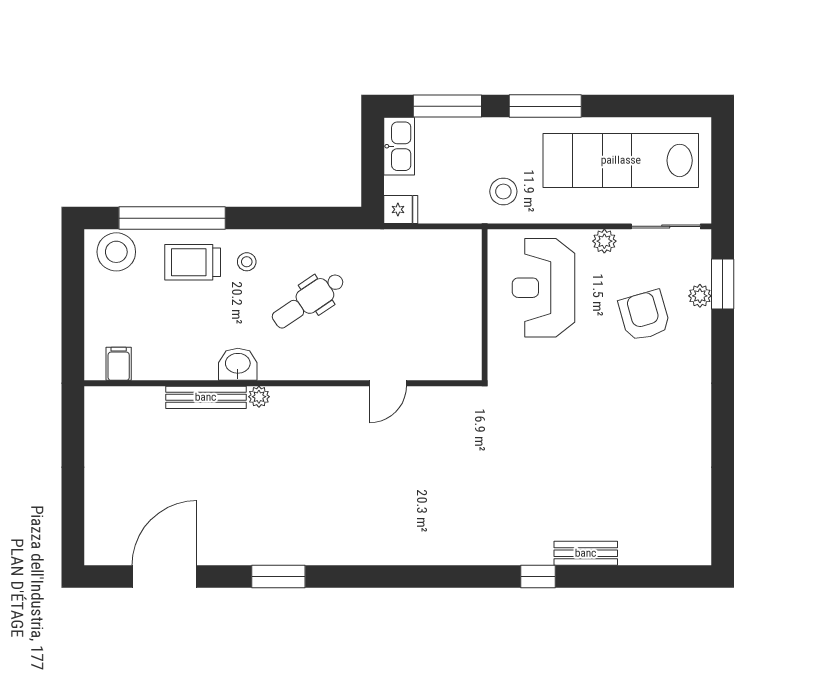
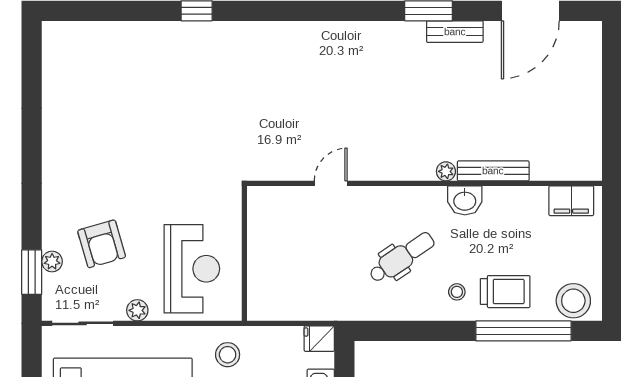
filing cabinet: (119, 364) -> (571, 201), width x2.00
bench: (586, 553) -> (455, 32), moved

